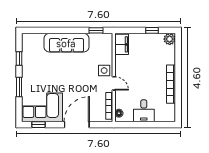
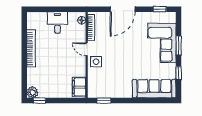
window: (152, 30) -> (39, 101), moved
sofa: (66, 43) -> (154, 89), moved
corner sofa: (42, 107) -> (162, 43), moved, turned 90

